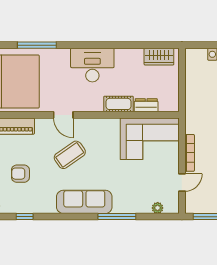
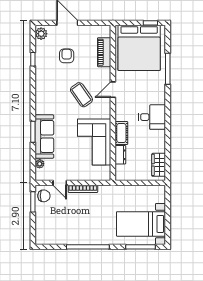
desk: (92, 65) -> (152, 117), width x0.73
corner sofa: (150, 139) -> (94, 142), moved
sofa: (84, 202) -> (44, 137), moved
chair: (198, 202) -> (44, 196), added
window: (117, 217) -> (33, 132), width x0.69

